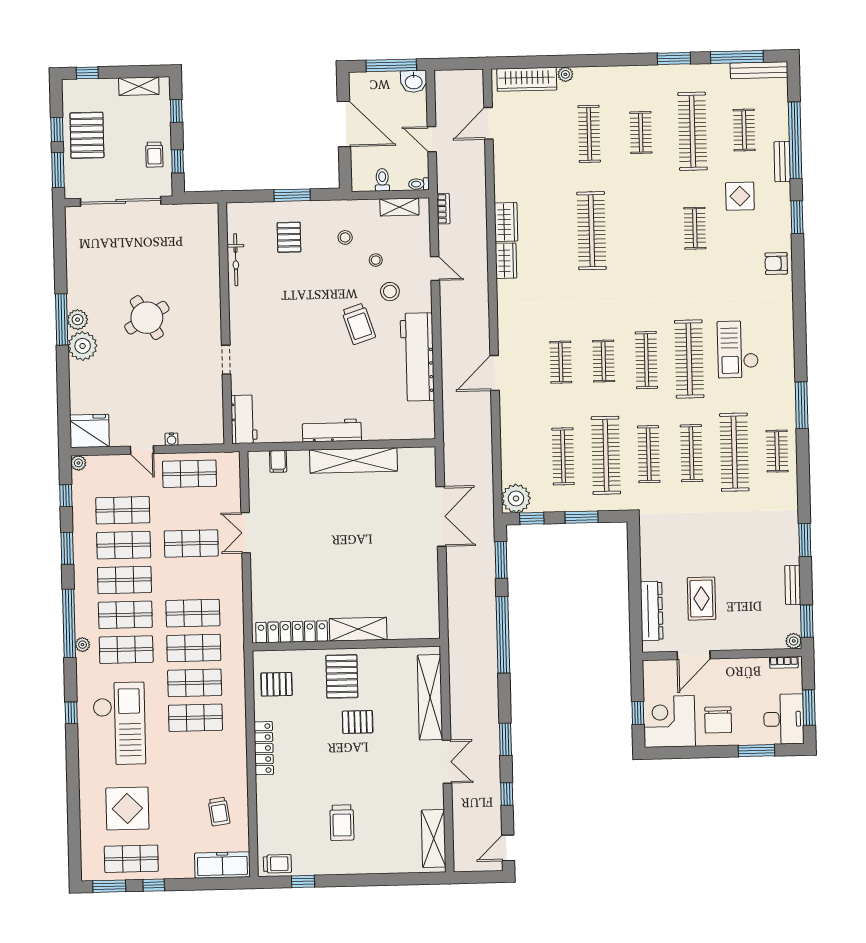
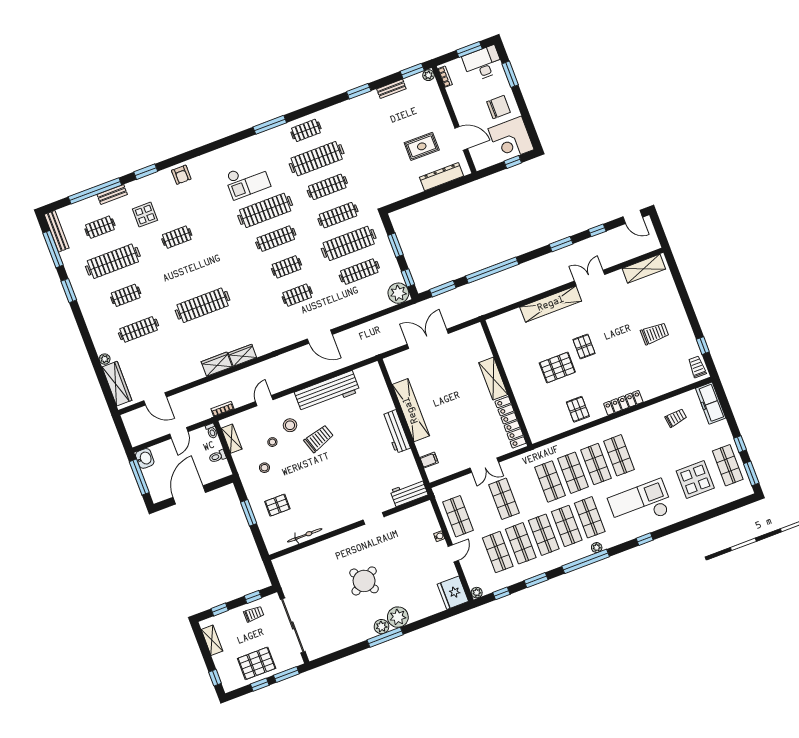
shelving: (358, 629) -> (493, 379), moved
locker: (292, 632) -> (511, 422), moved
wall: (346, 645) -> (506, 383), moved

